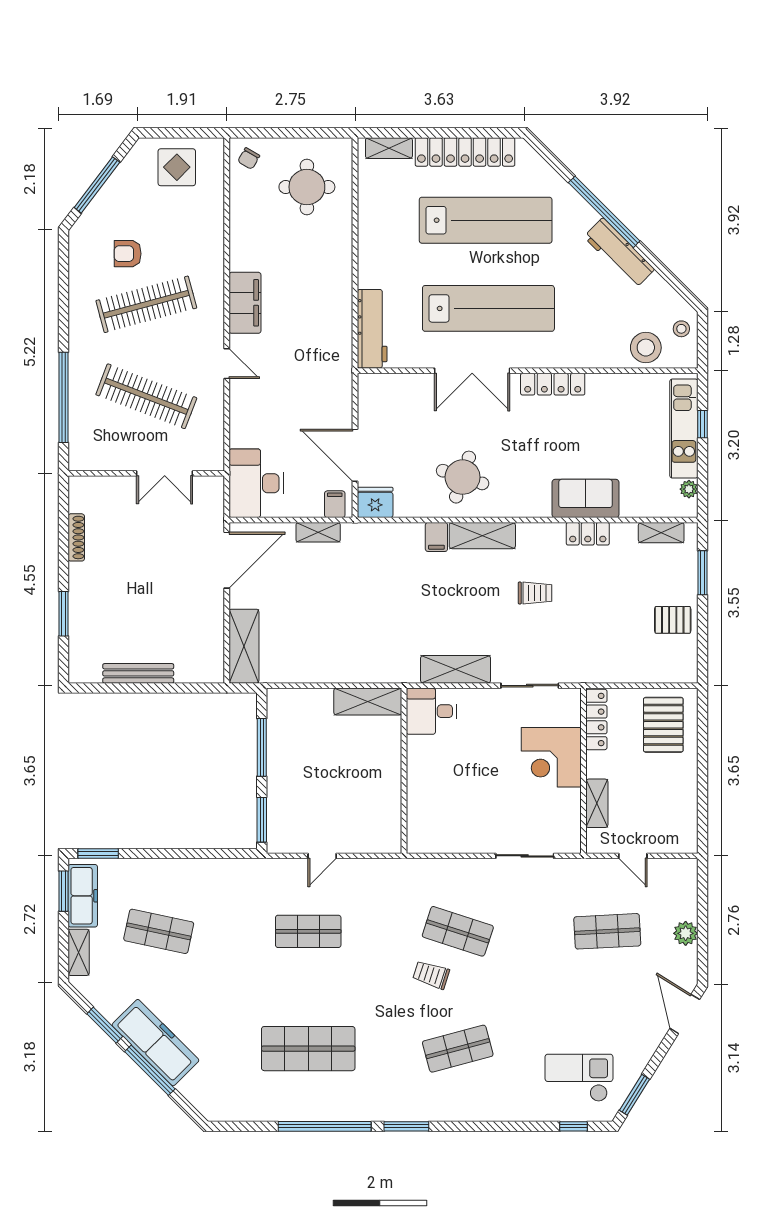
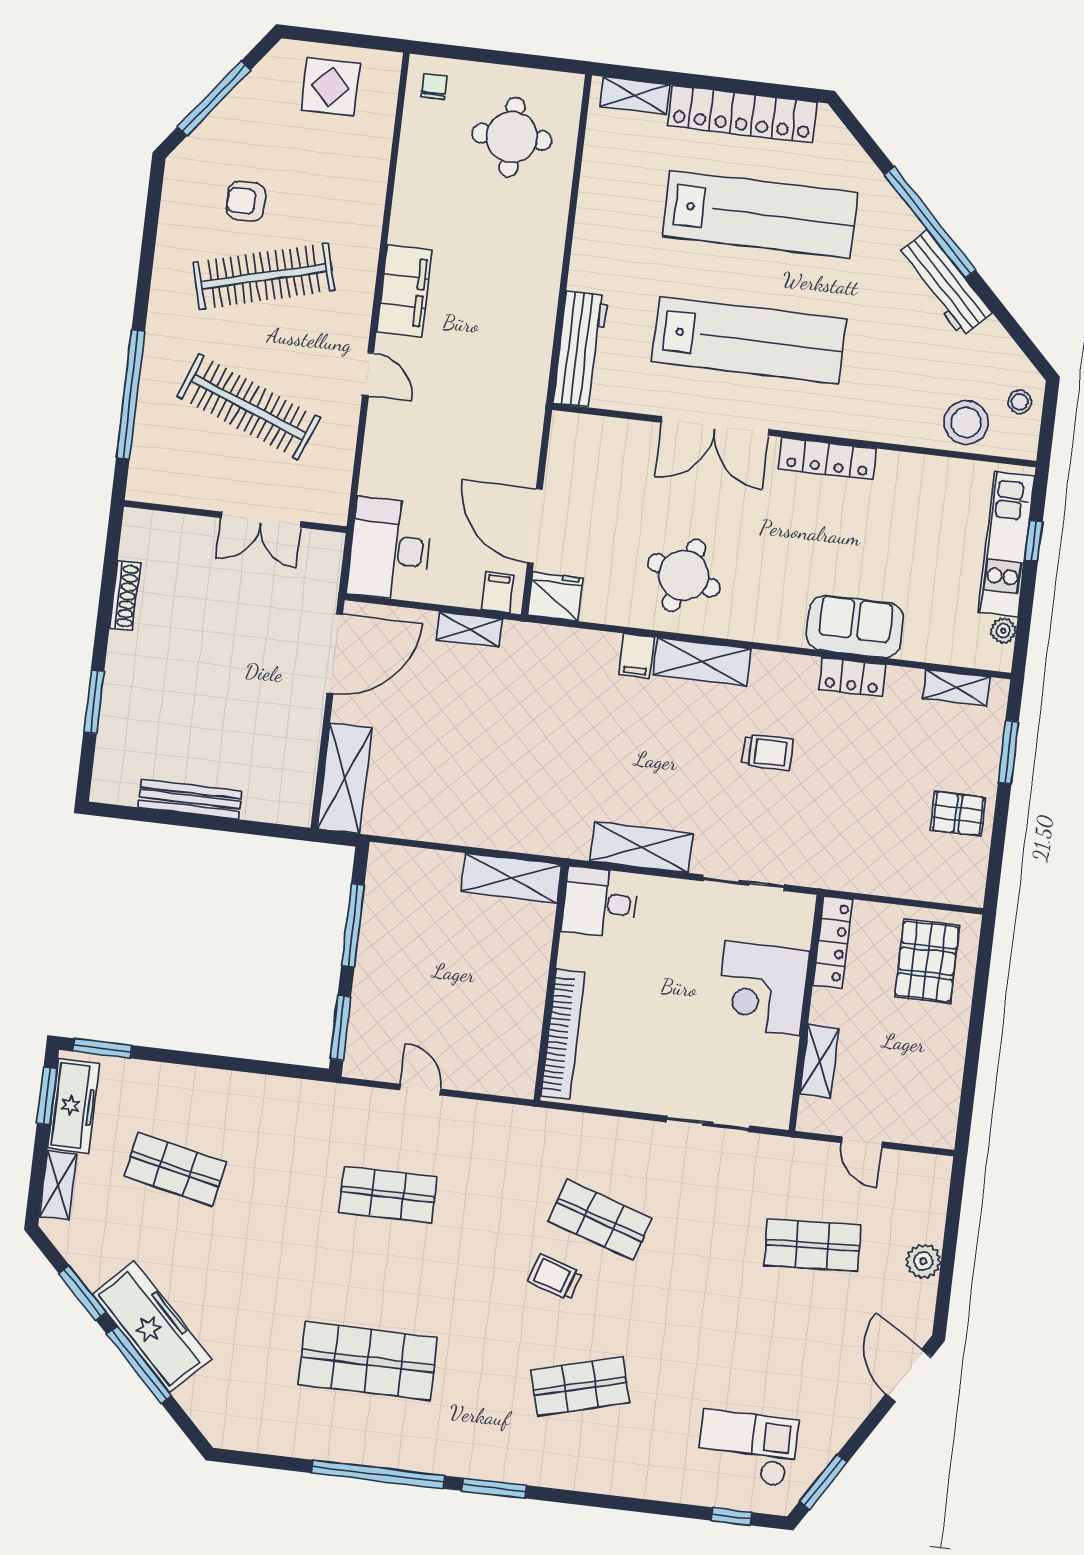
chair: (249, 158) -> (434, 87), turned 150
bookcase: (416, 806) -> (563, 1034), added
door: (322, 856) -> (420, 1090), swing flipped

